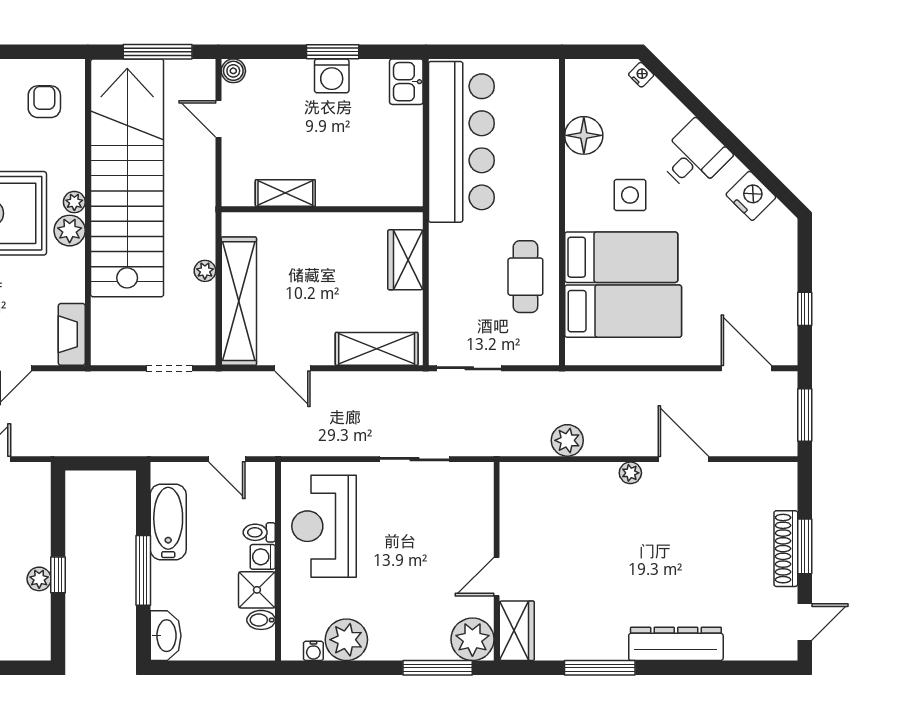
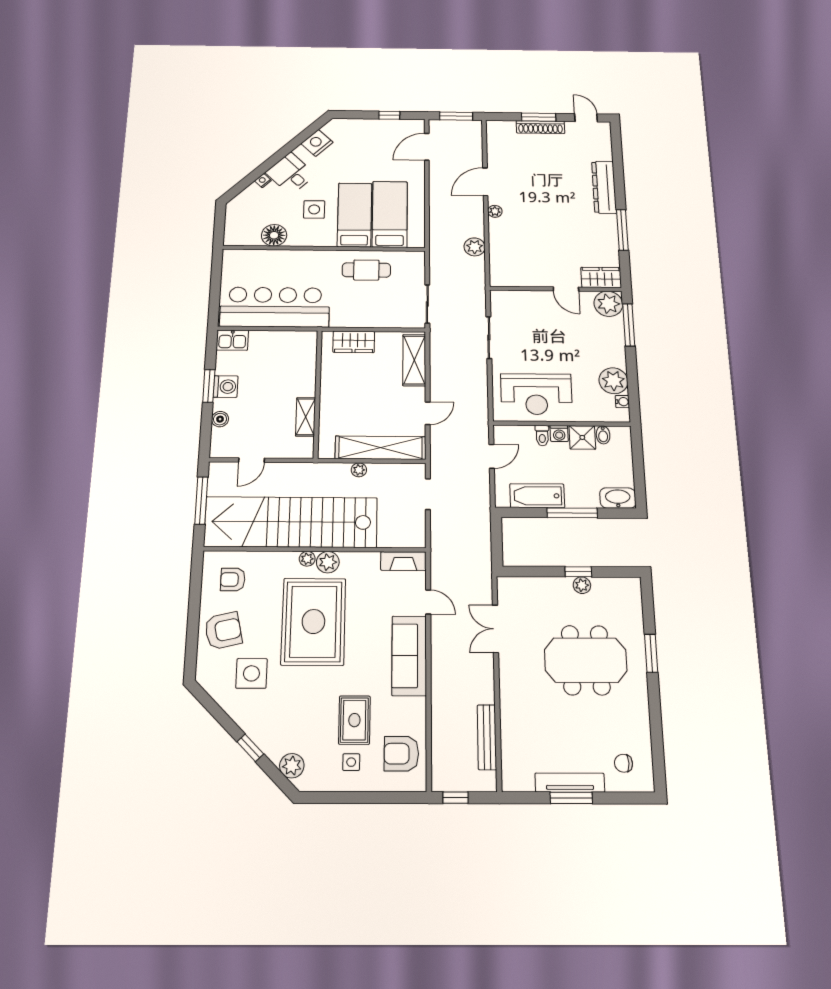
boiler: (233, 71) -> (220, 419), moved
nightstand: (641, 75) -> (263, 181), moved

